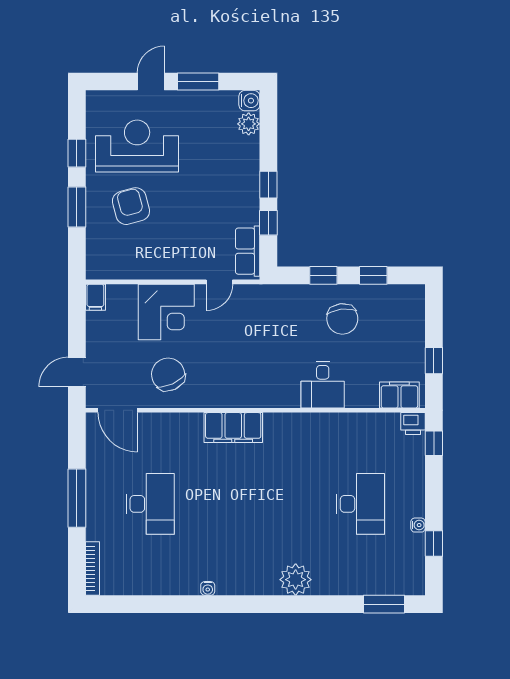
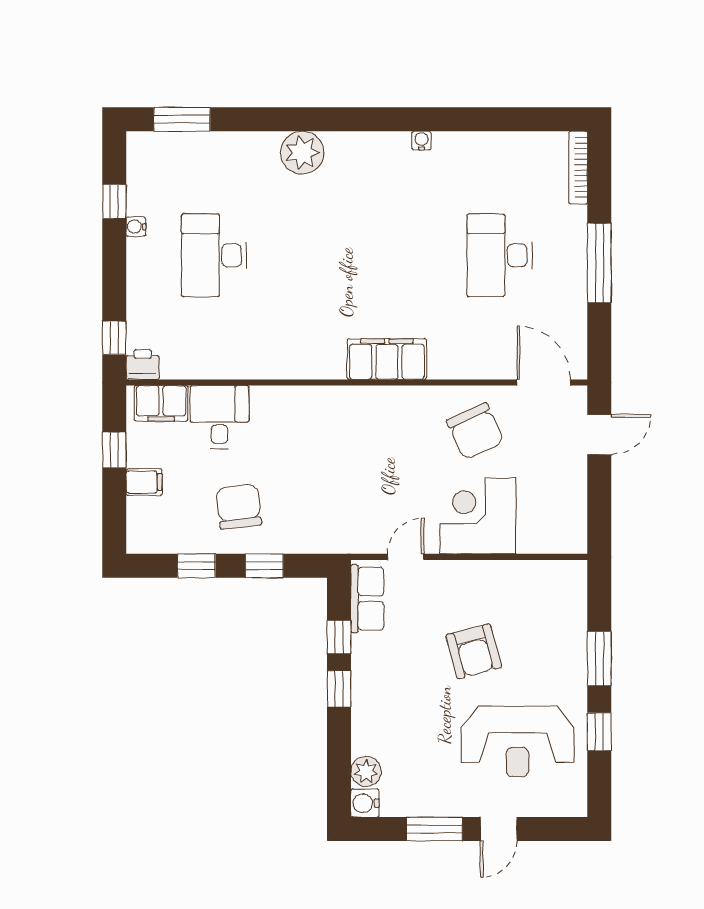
armchair: (131, 206) -> (474, 651), moved
filing cabinet: (95, 297) -> (144, 482), moved, turned 90
desk: (323, 385) -> (219, 417), moved

